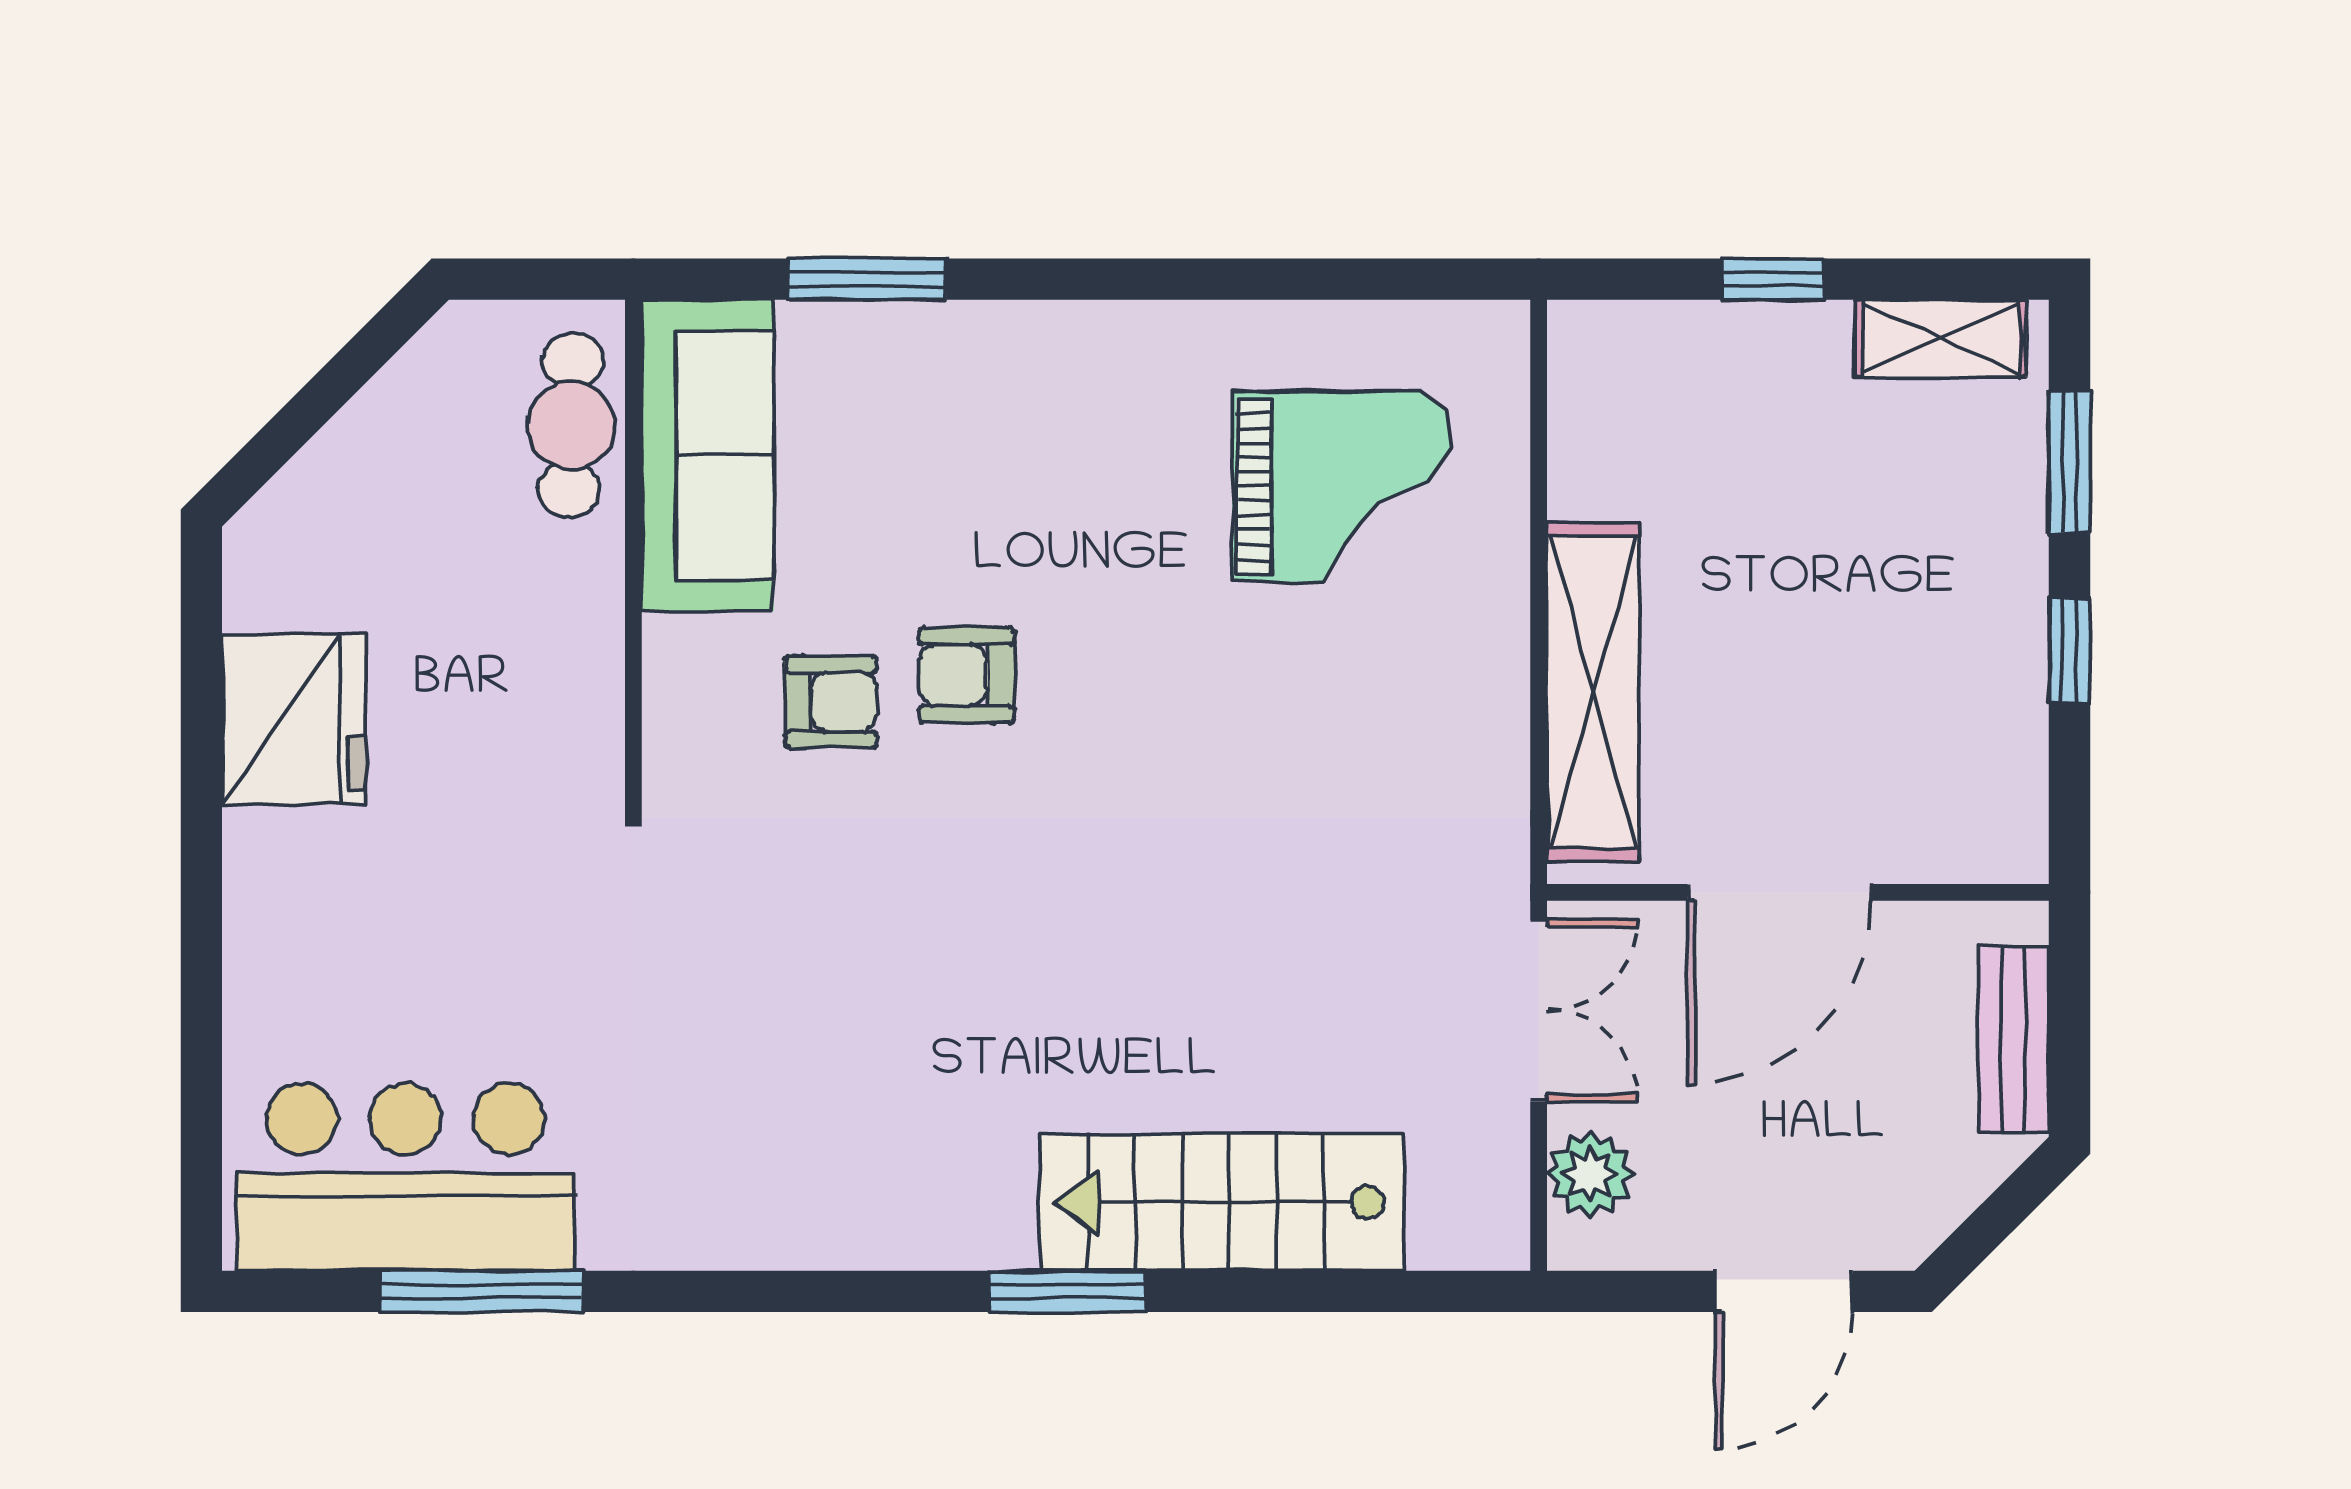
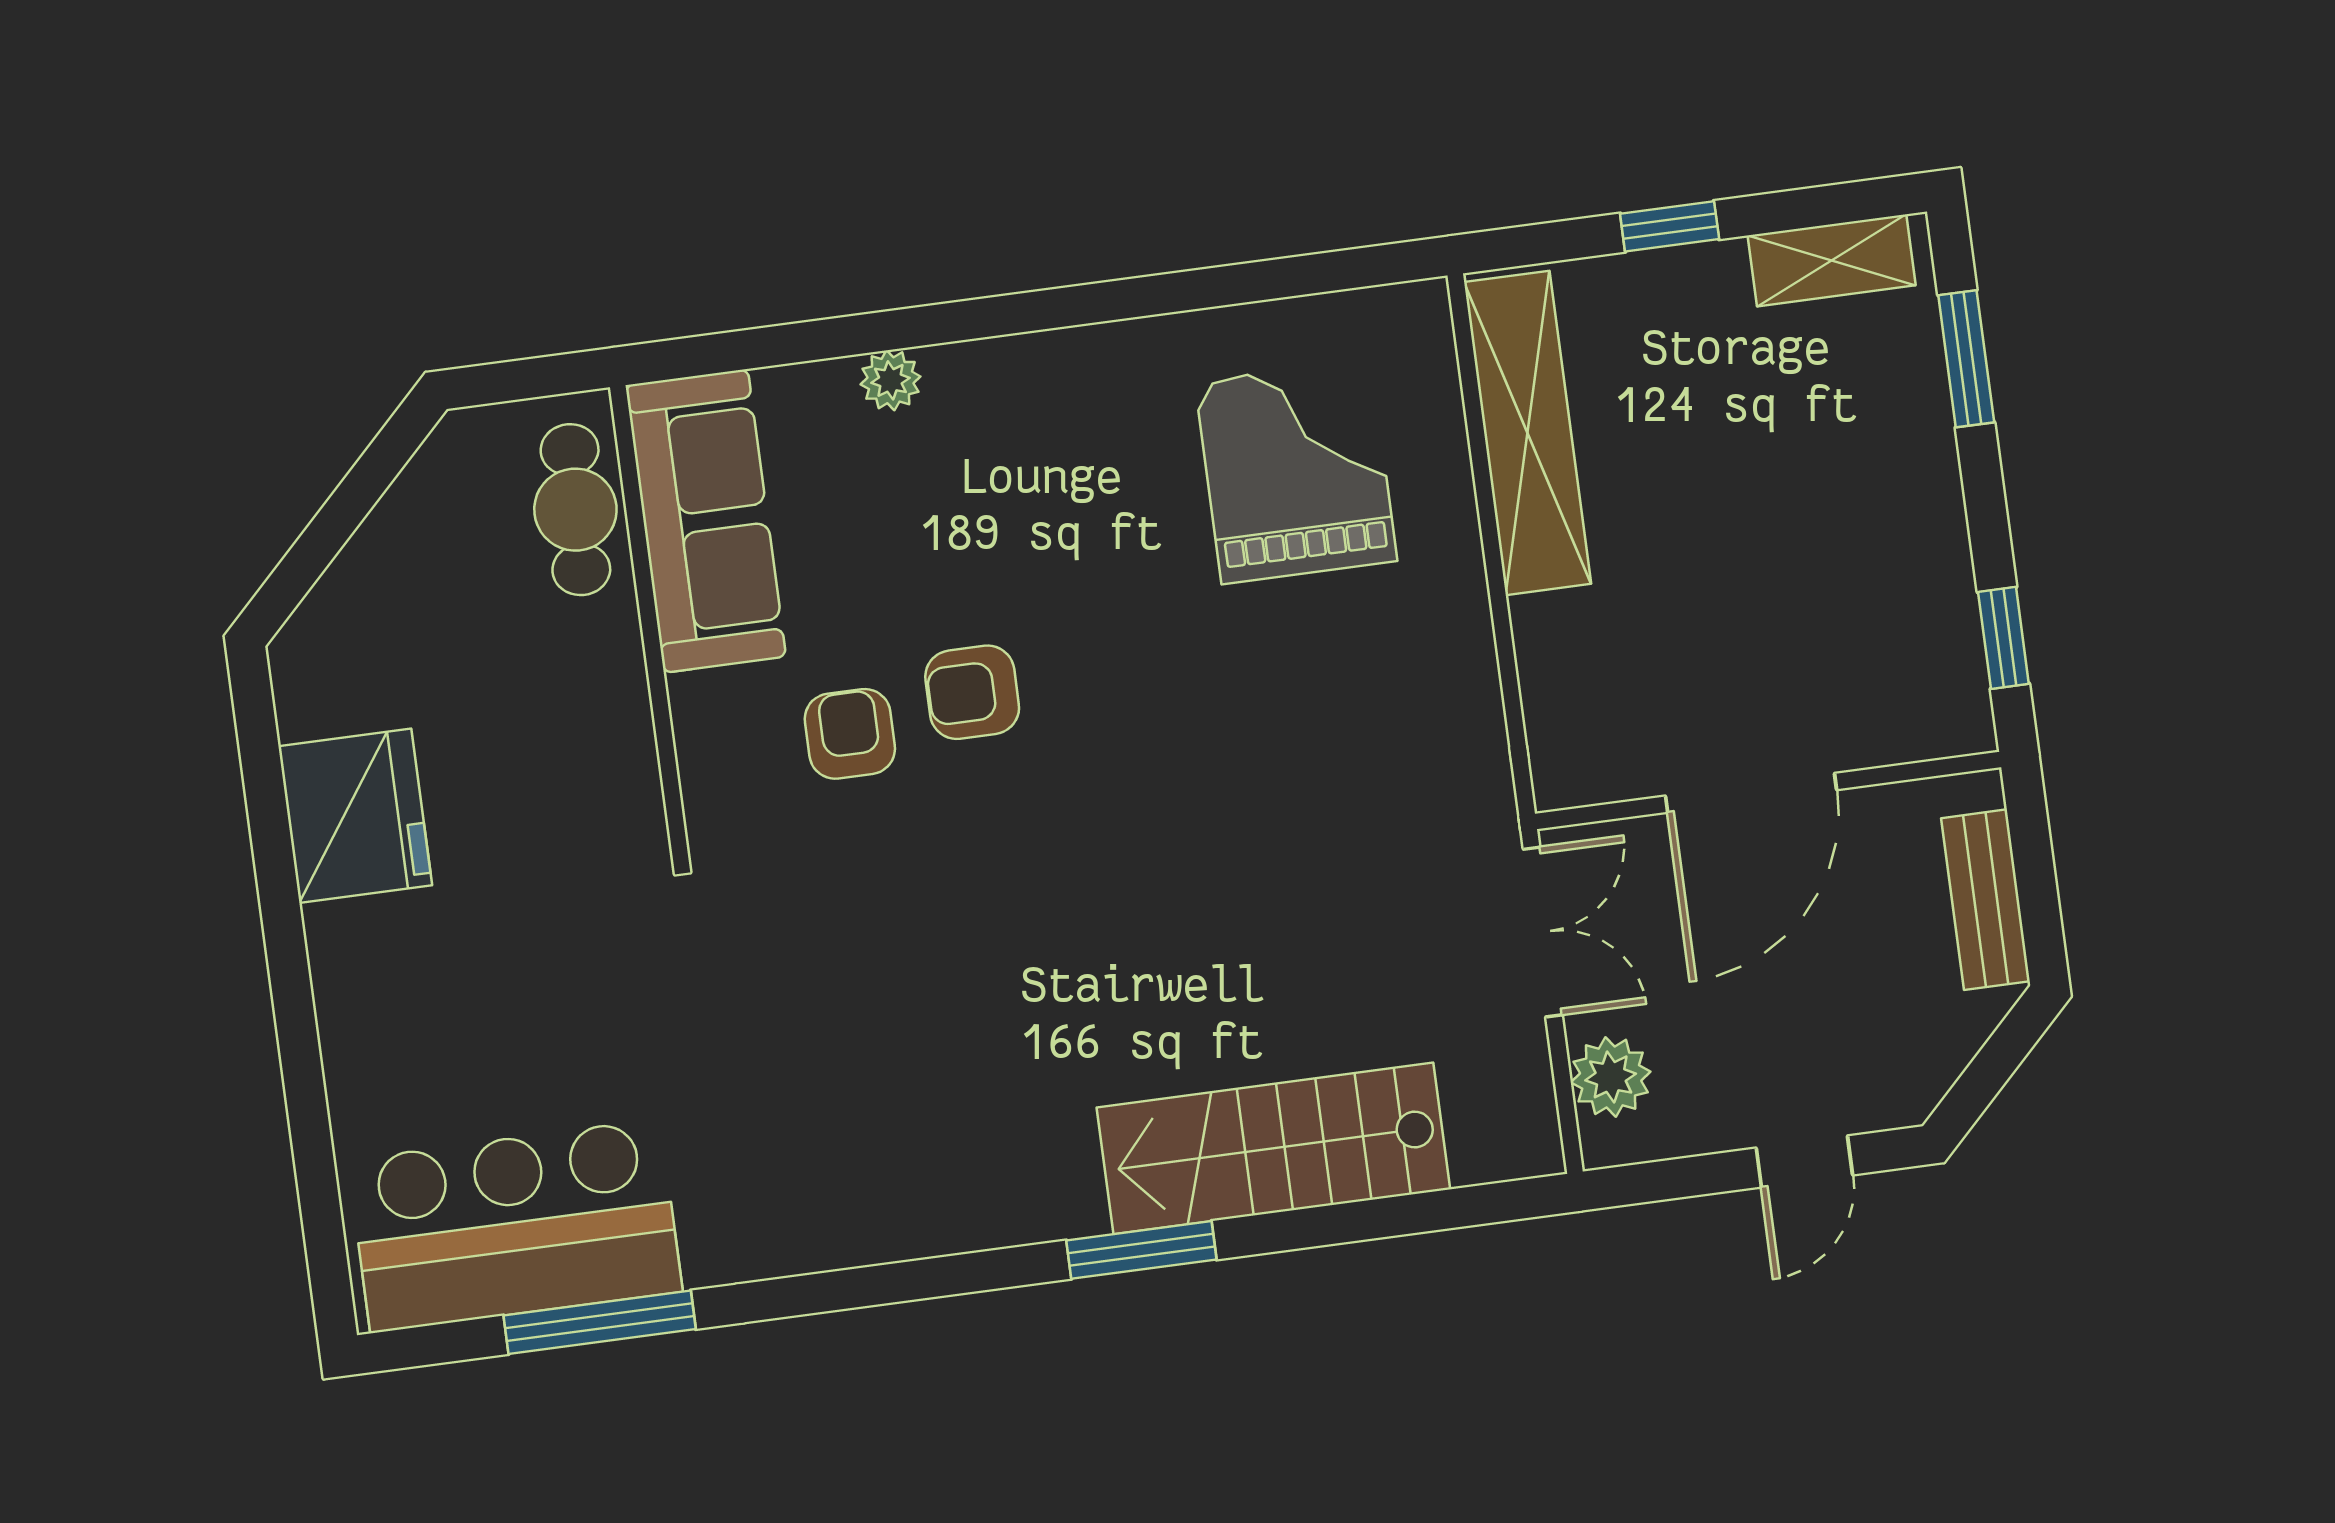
window: (867, 279) -> (831, 338), removed
plant: (924, 332) -> (890, 380), added
grand piano: (1342, 486) -> (1296, 471), turned -90
window: (2069, 651) -> (2003, 638), moved
shelving: (1593, 692) -> (1528, 433), moved
armchair: (831, 702) -> (850, 734), turned -90
door: (1784, 1291) -> (1804, 1161), width x0.73

